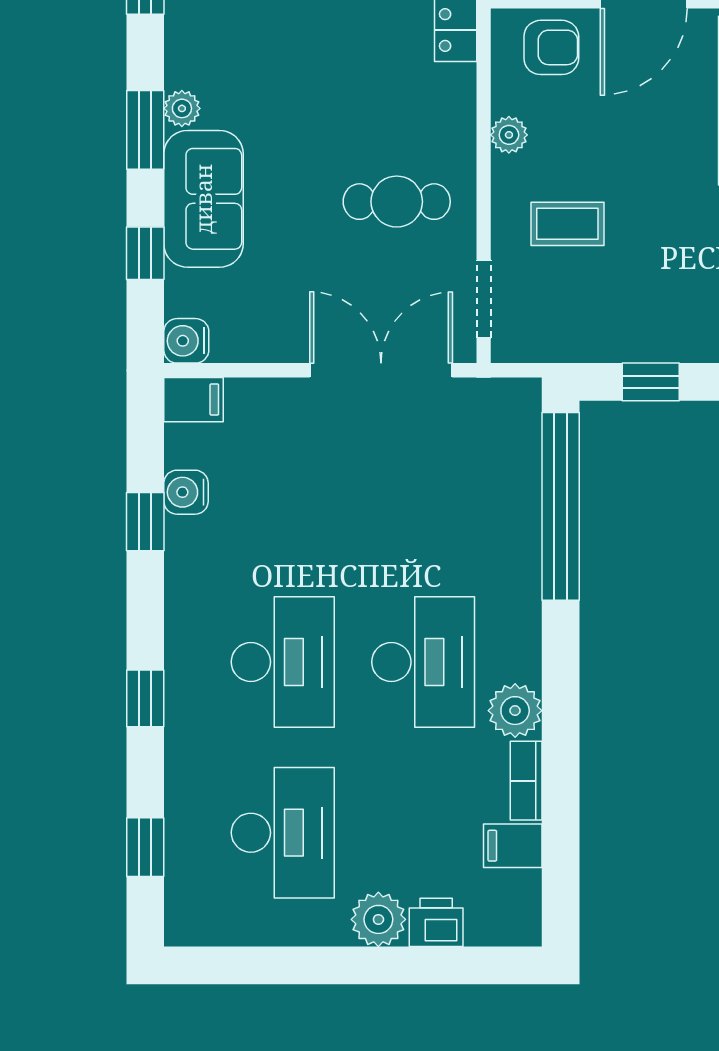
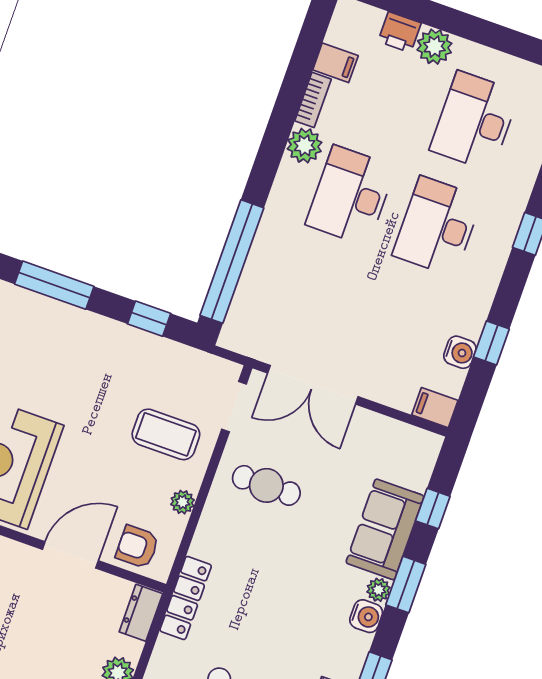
coffee table: (567, 224) -> (166, 434), width x1.36, depth x1.30
water cooler: (186, 341) -> (366, 616), moved

